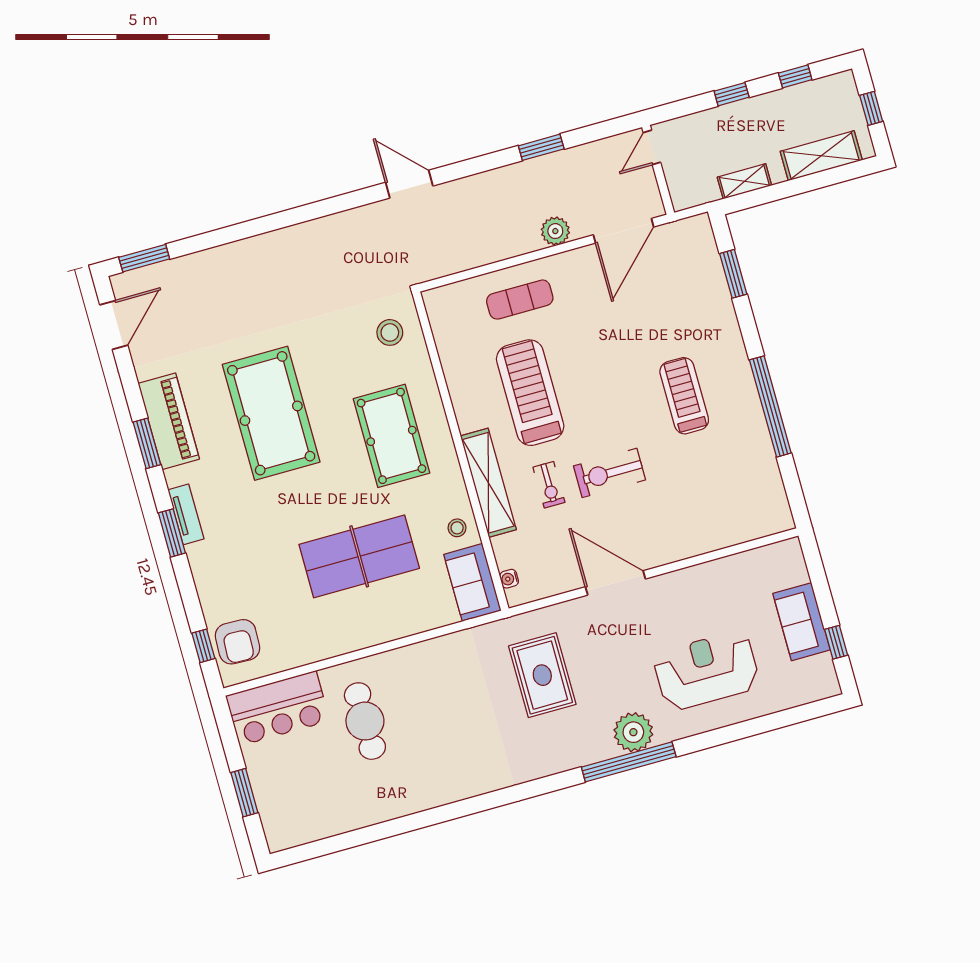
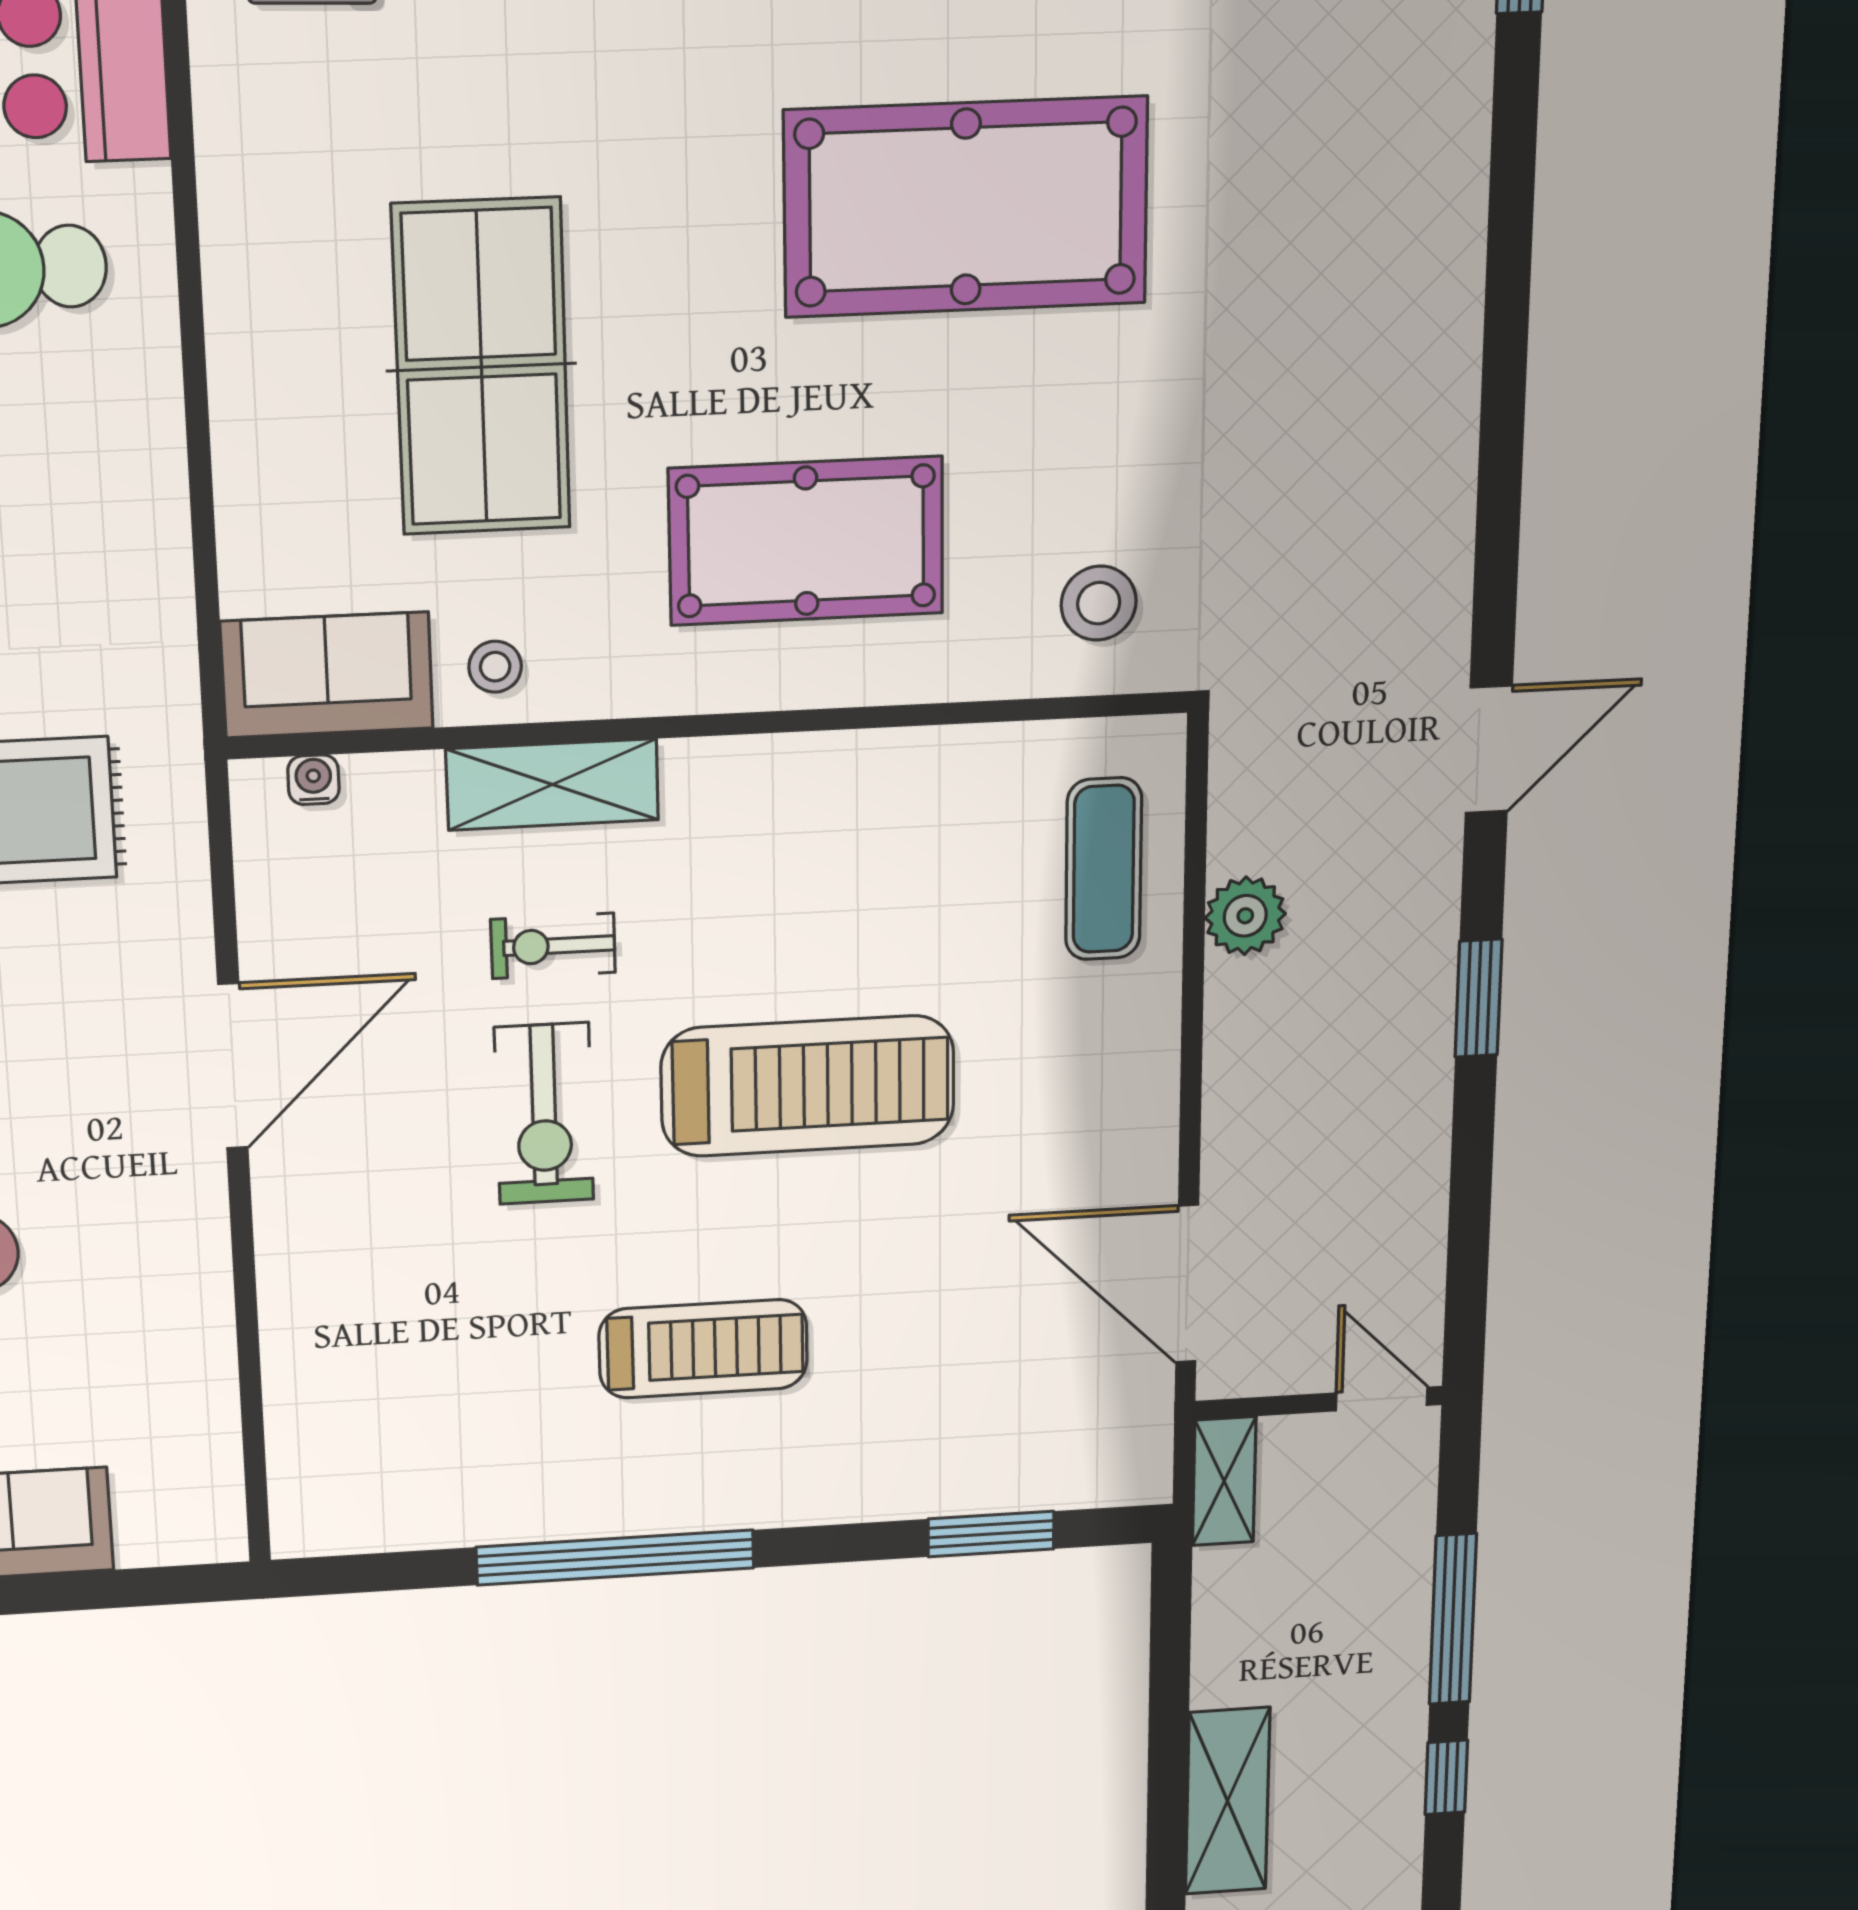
window: (732, 94) -> (1453, 1619), width x2.17
window: (541, 147) -> (1478, 998), moved
shelving: (744, 181) -> (1224, 1481), moved
plant: (555, 231) -> (1245, 916), moved
exercise mat: (520, 300) -> (1104, 869), moved
treadmill: (530, 393) -> (808, 1086), moved
exercise bike: (610, 473) -> (544, 1114), turned 180
shelving: (488, 483) -> (552, 785), width x0.68

